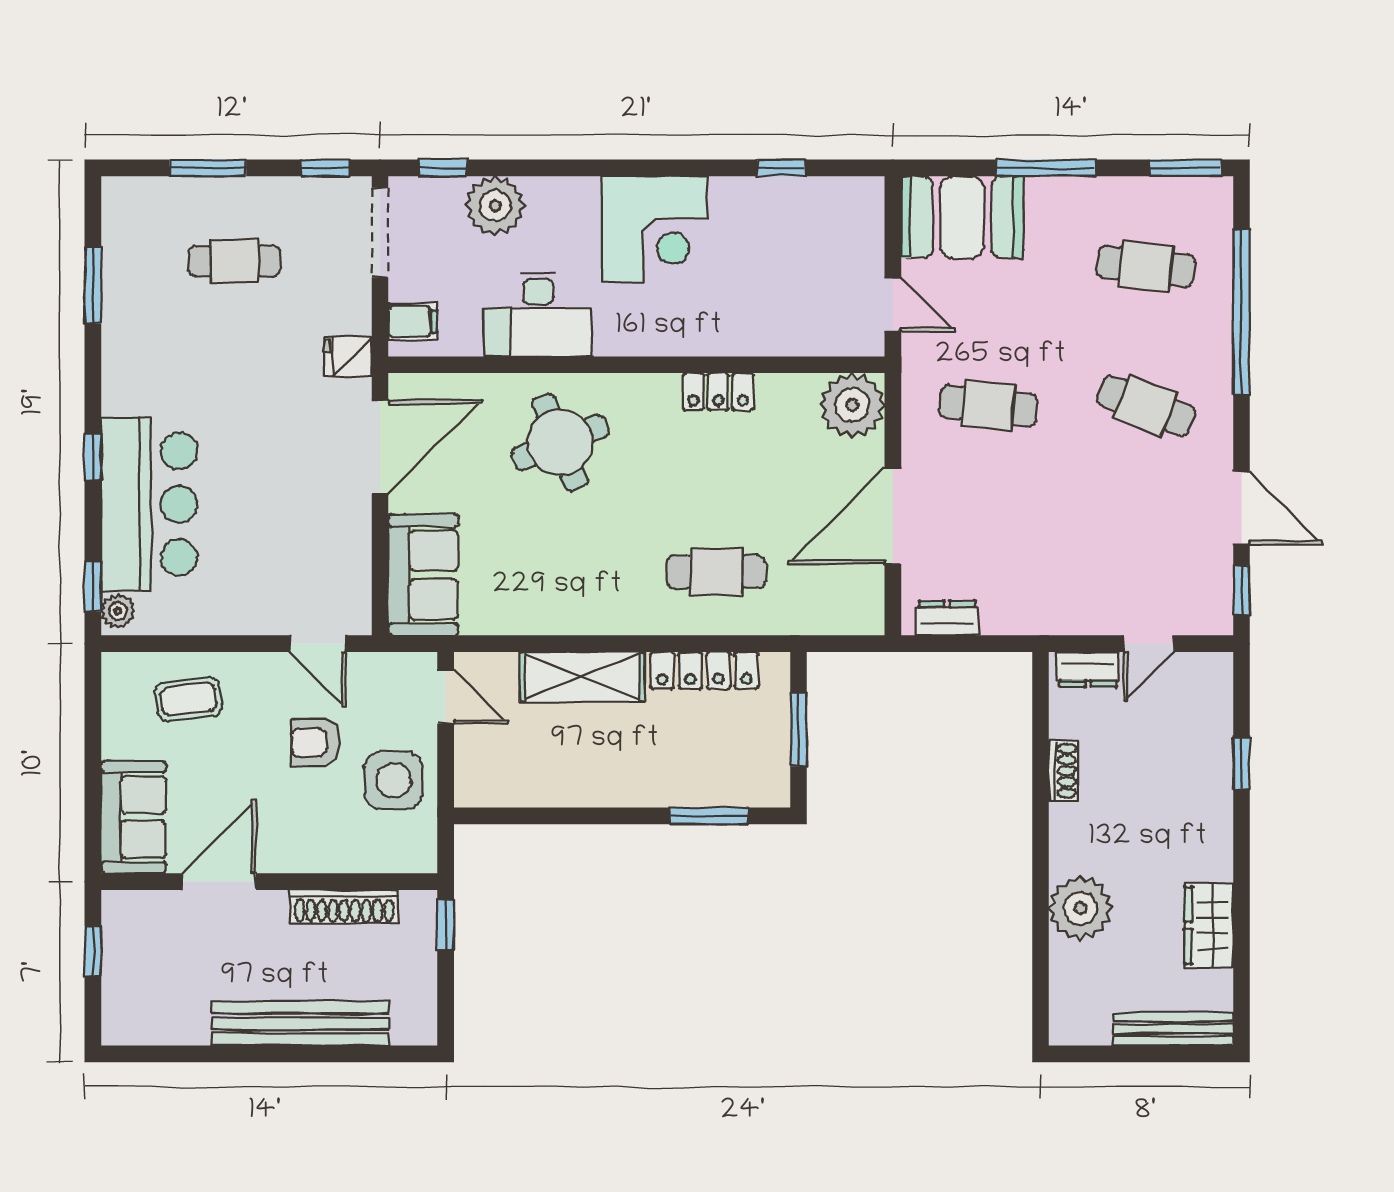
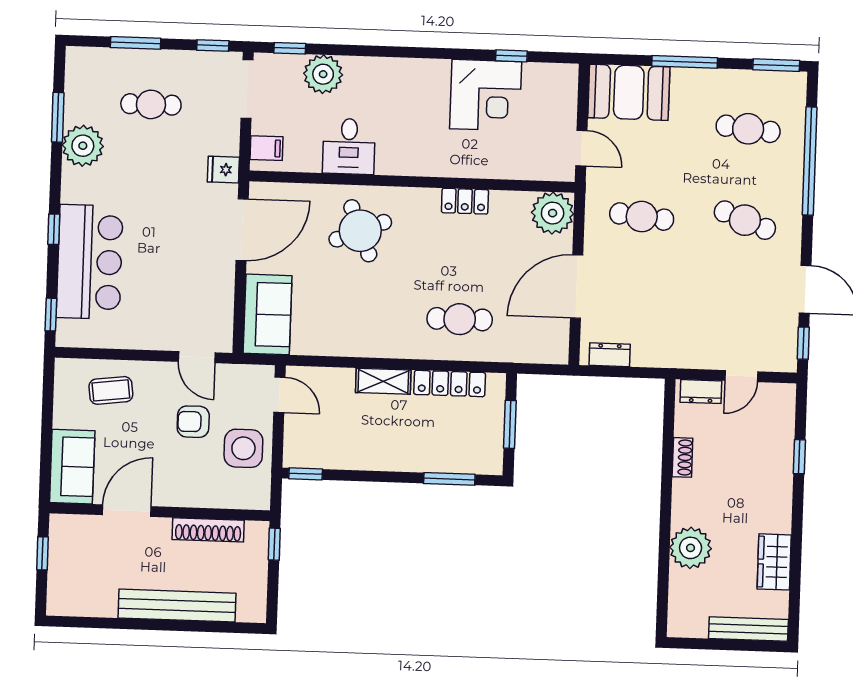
corner desk: (654, 229) -> (486, 95), moved
desk: (538, 314) -> (349, 146), width x0.73
plant: (118, 611) -> (83, 146), moved, width x1.88, depth x1.88
shelving: (582, 677) -> (383, 381), width x0.67, depth x0.75
window: (490, 816) -> (306, 474), added

